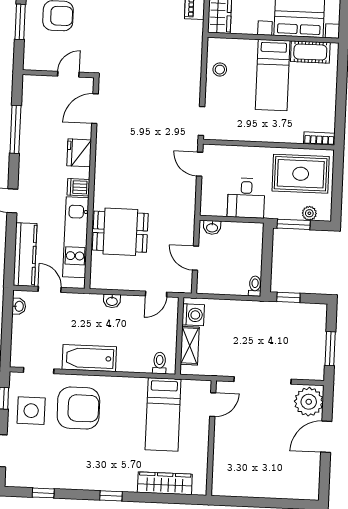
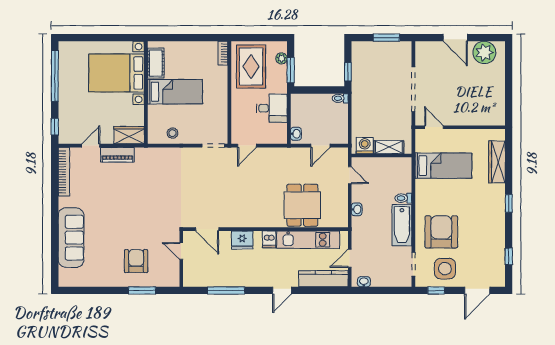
toilet: (160, 363) -> (403, 198), moved
plant: (309, 402) -> (484, 52), moved

